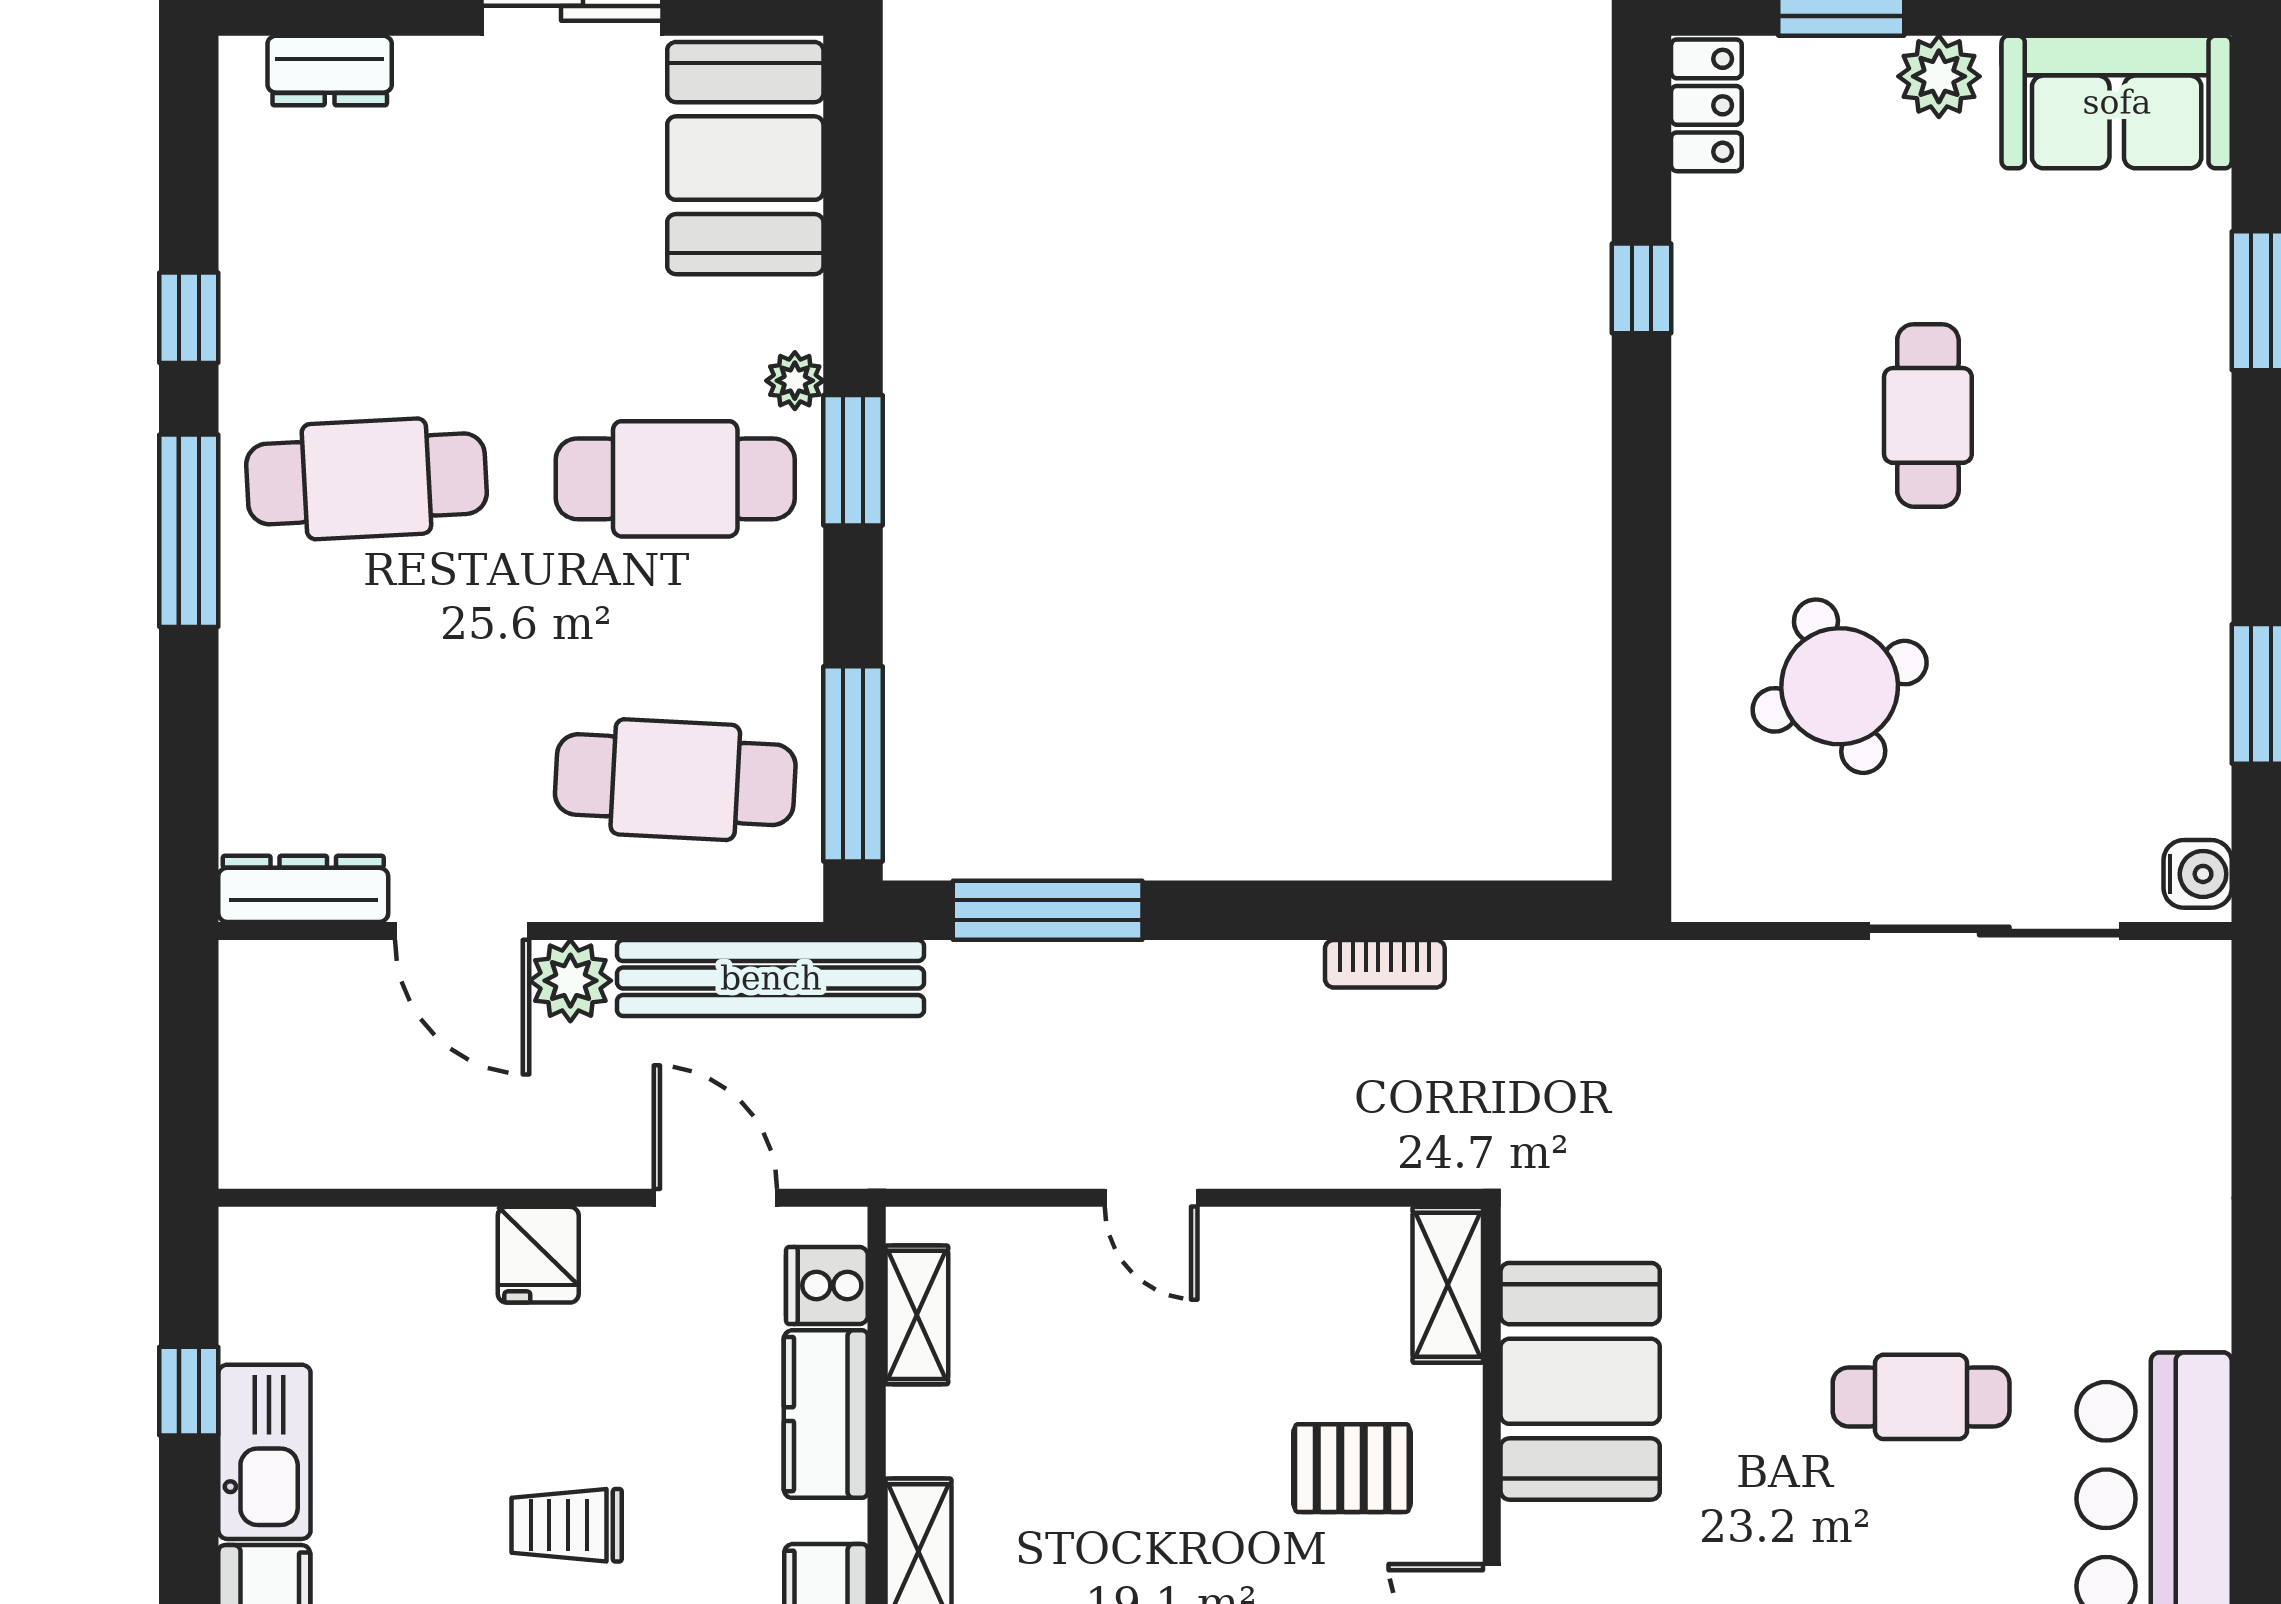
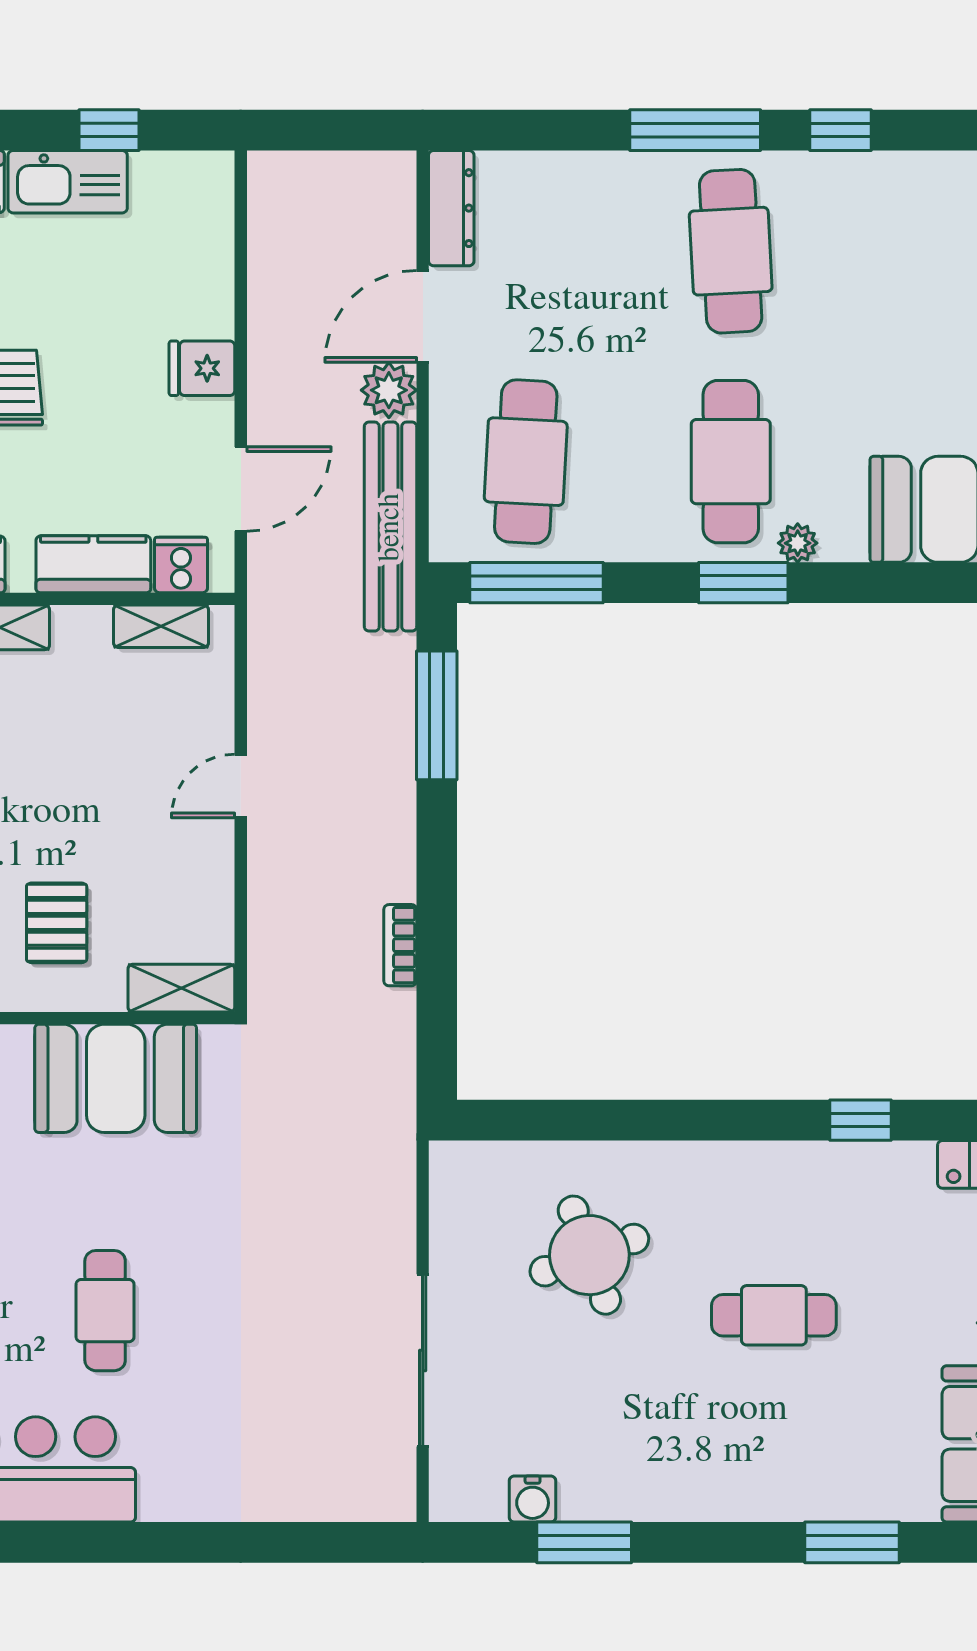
water cooler: (2198, 874) -> (533, 1499), moved

